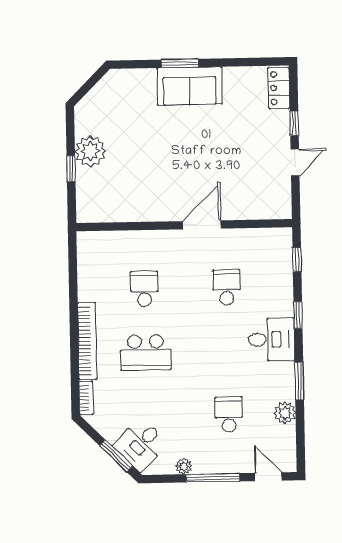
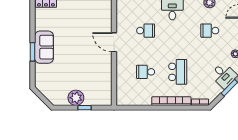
school desk: (226, 287) -> (146, 31), turned 180

